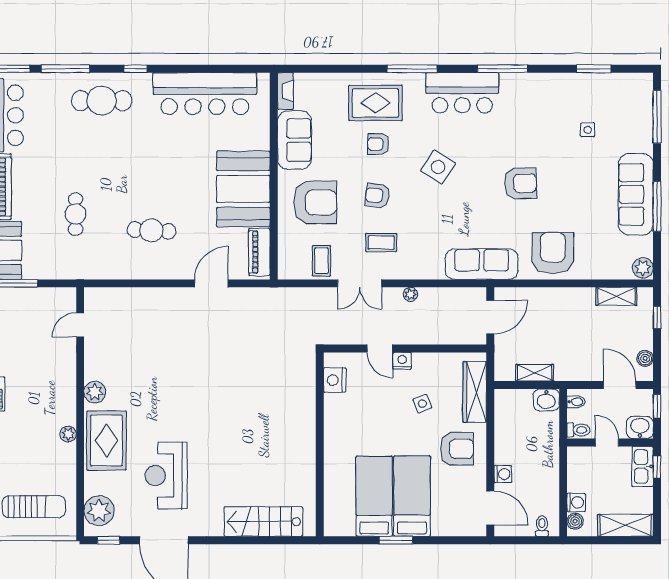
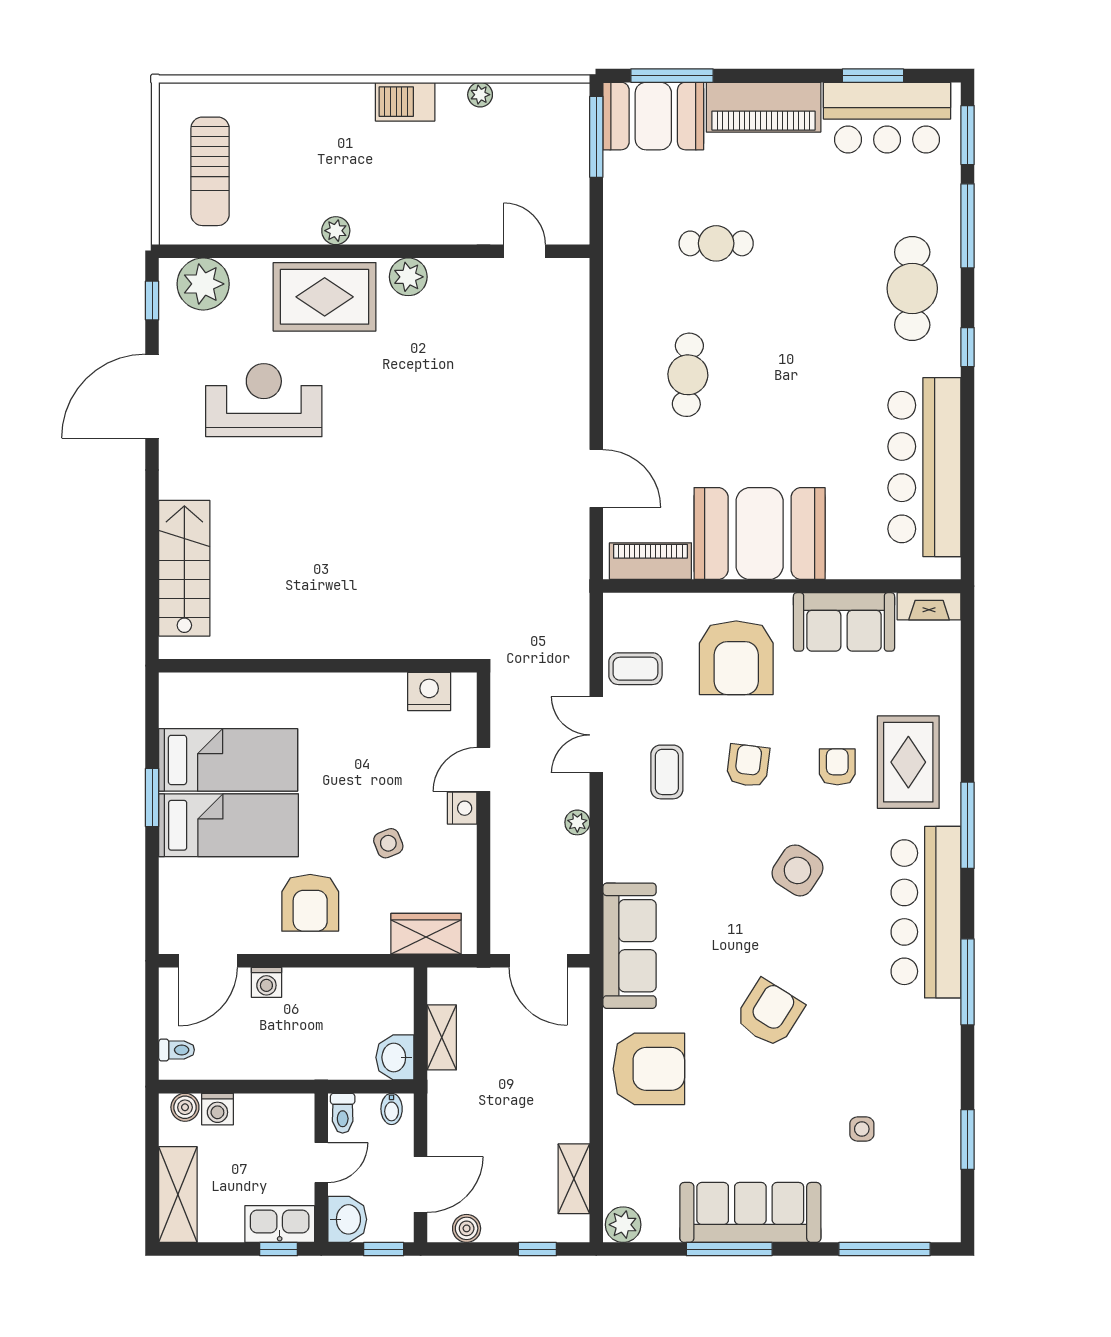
bar counter: (462, 93) -> (926, 912), width x1.36
armchair: (521, 183) -> (769, 1013), turned -146
wardrobe: (475, 392) -> (426, 934), width x0.67

